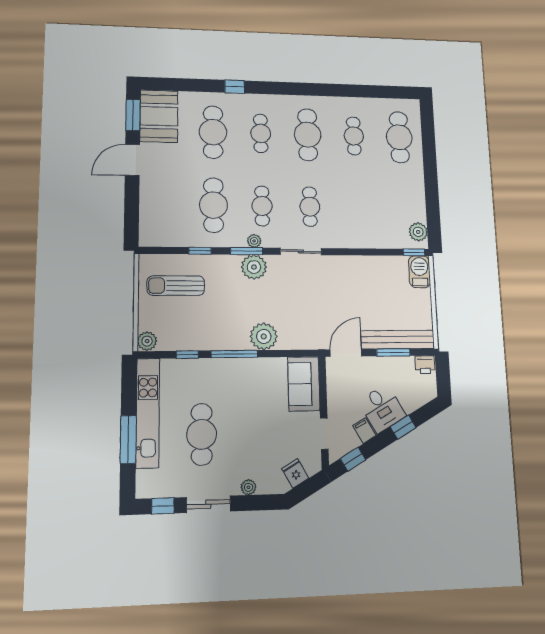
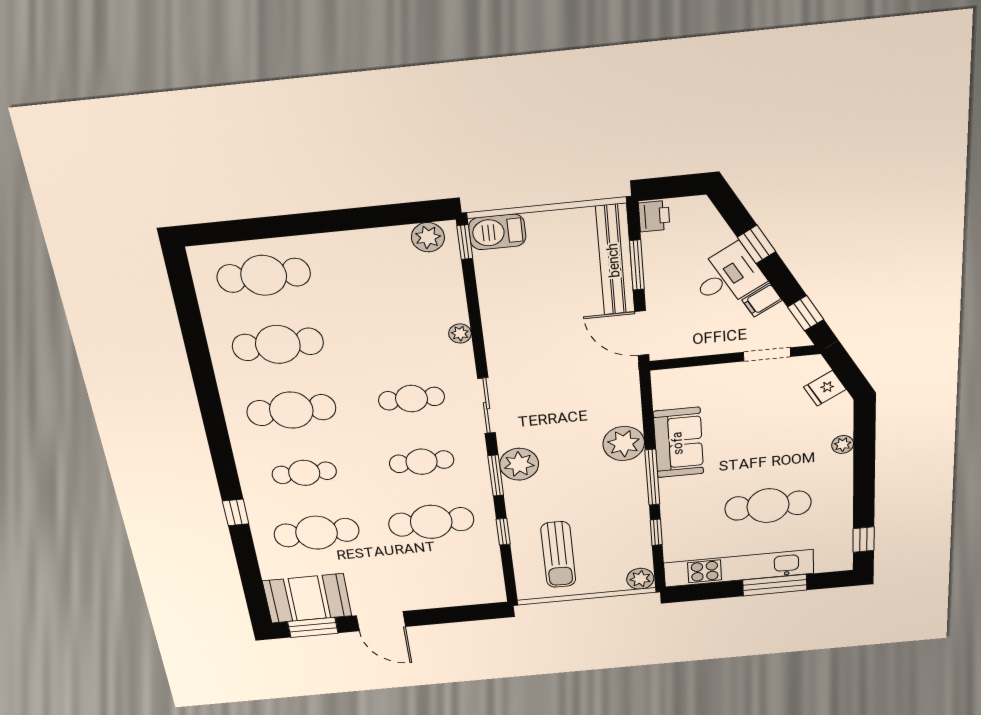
cafe table: (354, 136) -> (278, 344), width x1.37, depth x1.35
plant: (254, 241) -> (460, 333), moved
sofa: (304, 384) -> (679, 443), moved, turned -90
sliding door: (208, 504) -> (864, 489), removed

